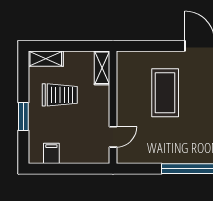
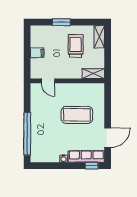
trolley: (60, 95) -> (76, 46), turned 180
filing cabinet: (51, 153) -> (37, 53), moved

